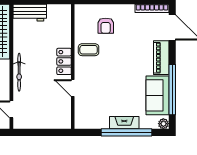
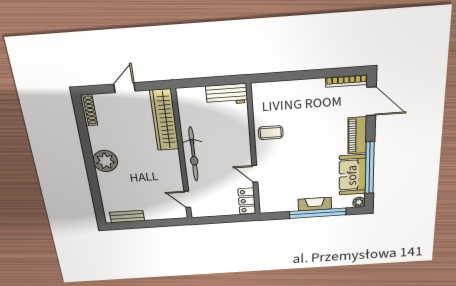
workbench: (30, 13) -> (227, 94), moved
armchair: (106, 26) -> (290, 105), removed
locker: (64, 61) -> (247, 201), moved
bicycle: (19, 72) -> (193, 154), width x1.37, depth x1.40

